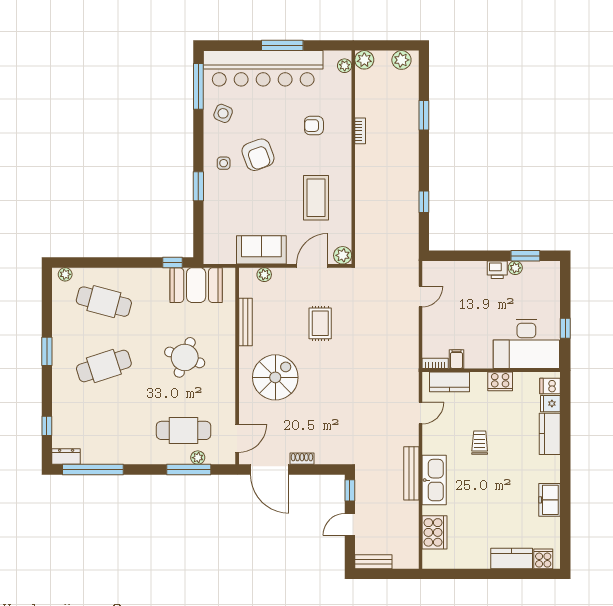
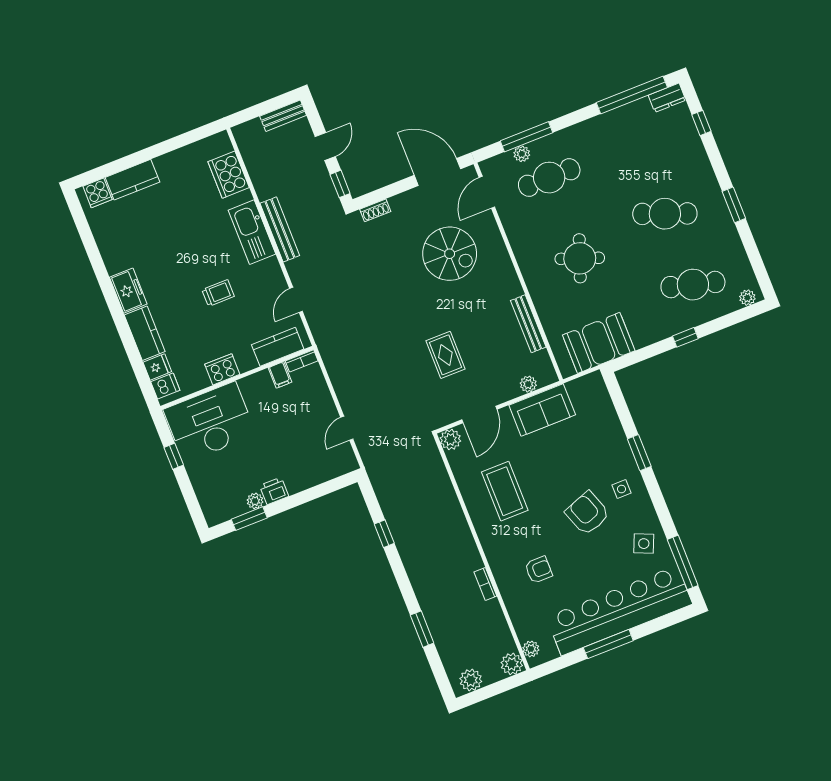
window: (173, 263) -> (685, 337), moved
cafe table: (104, 366) -> (665, 214), turned 39
spiral stairs: (275, 377) -> (450, 254), moved, turned -90
trolley: (480, 443) -> (218, 293), turned -90
shoe rack: (302, 459) -> (375, 210), moved
freezer: (550, 500) -> (128, 291), moved

